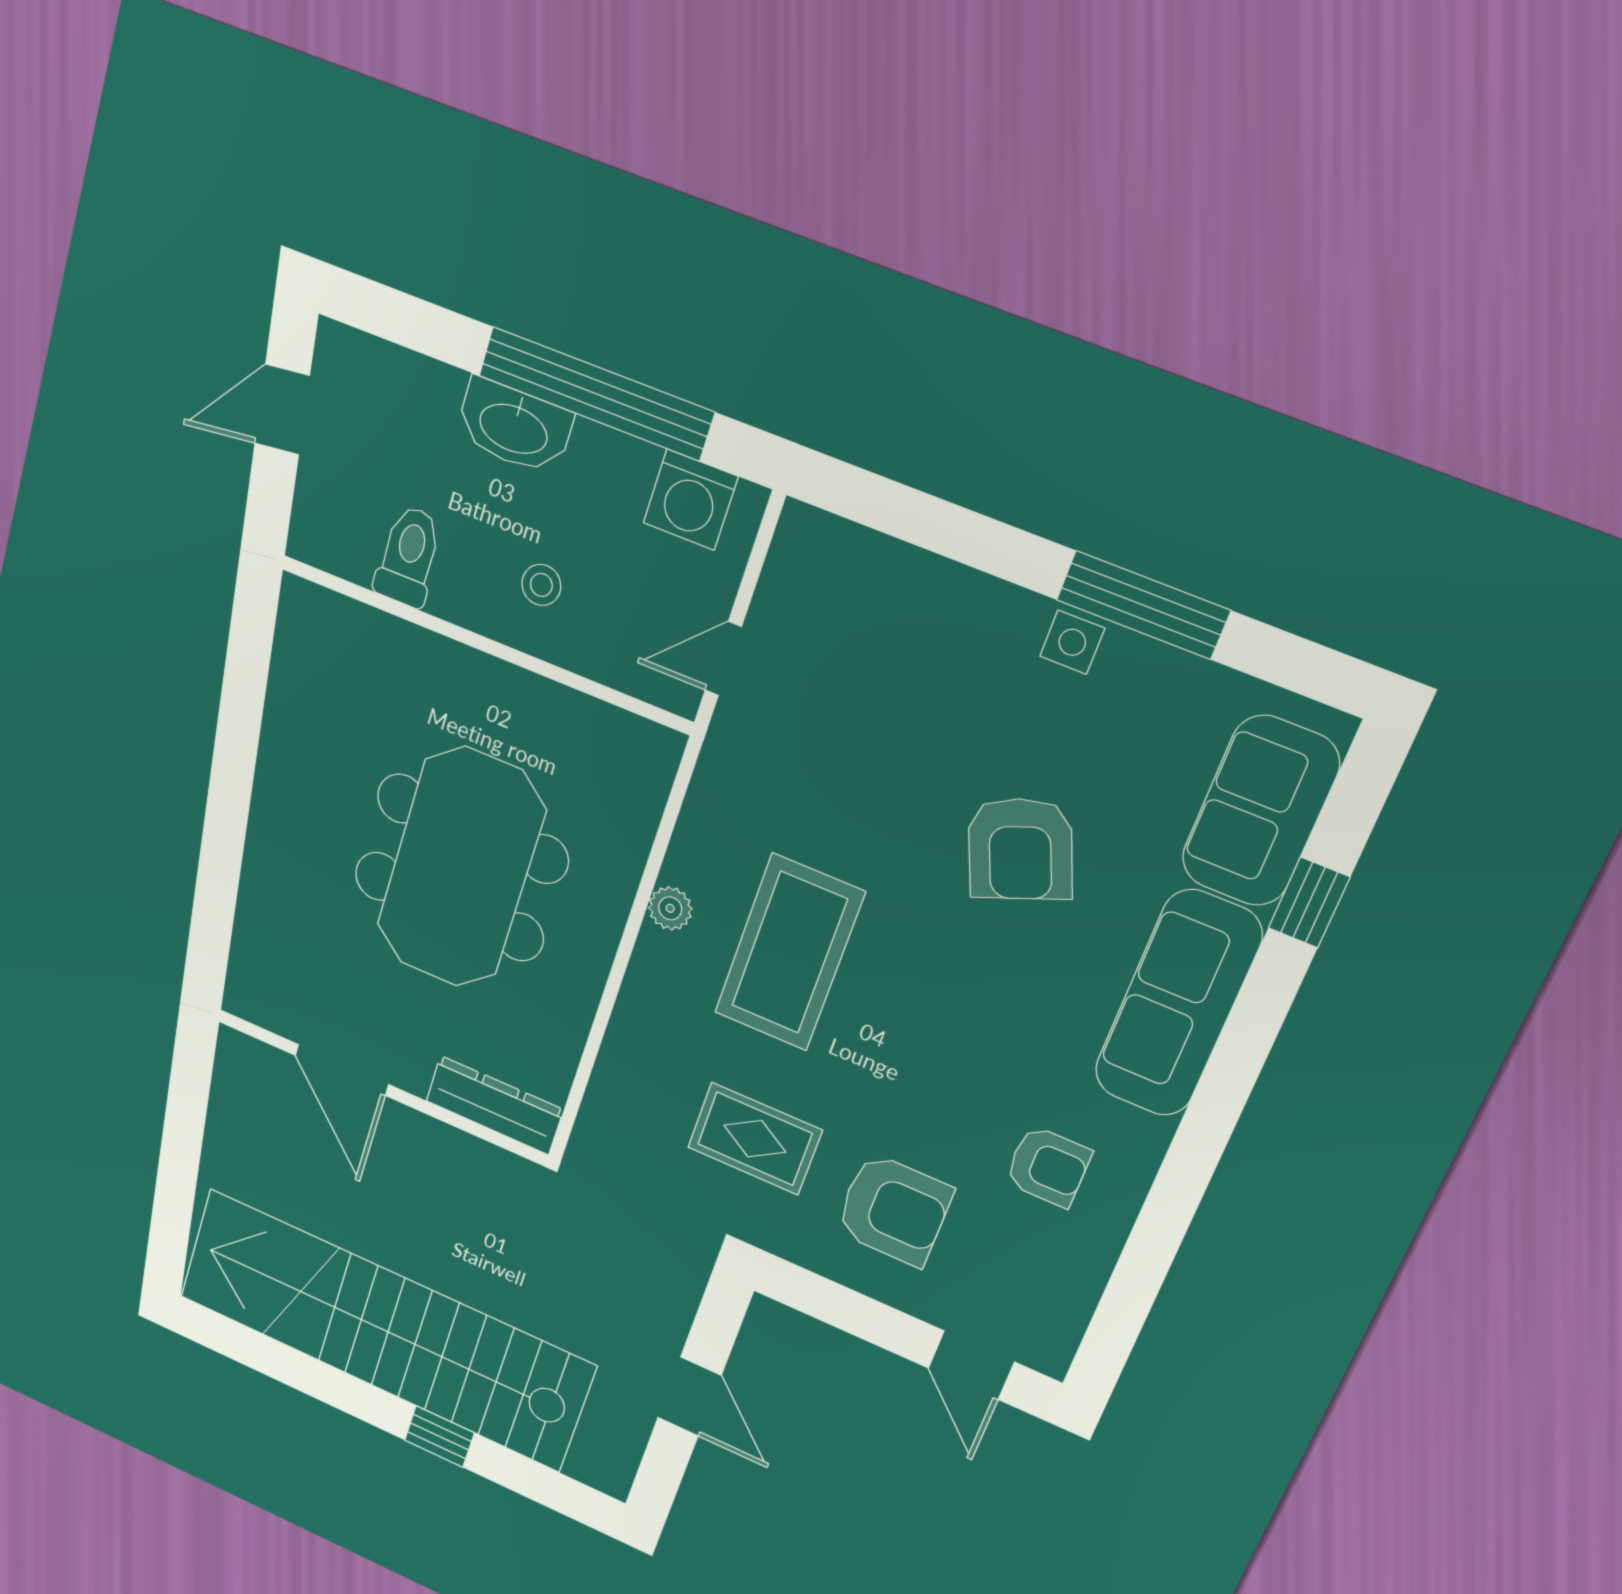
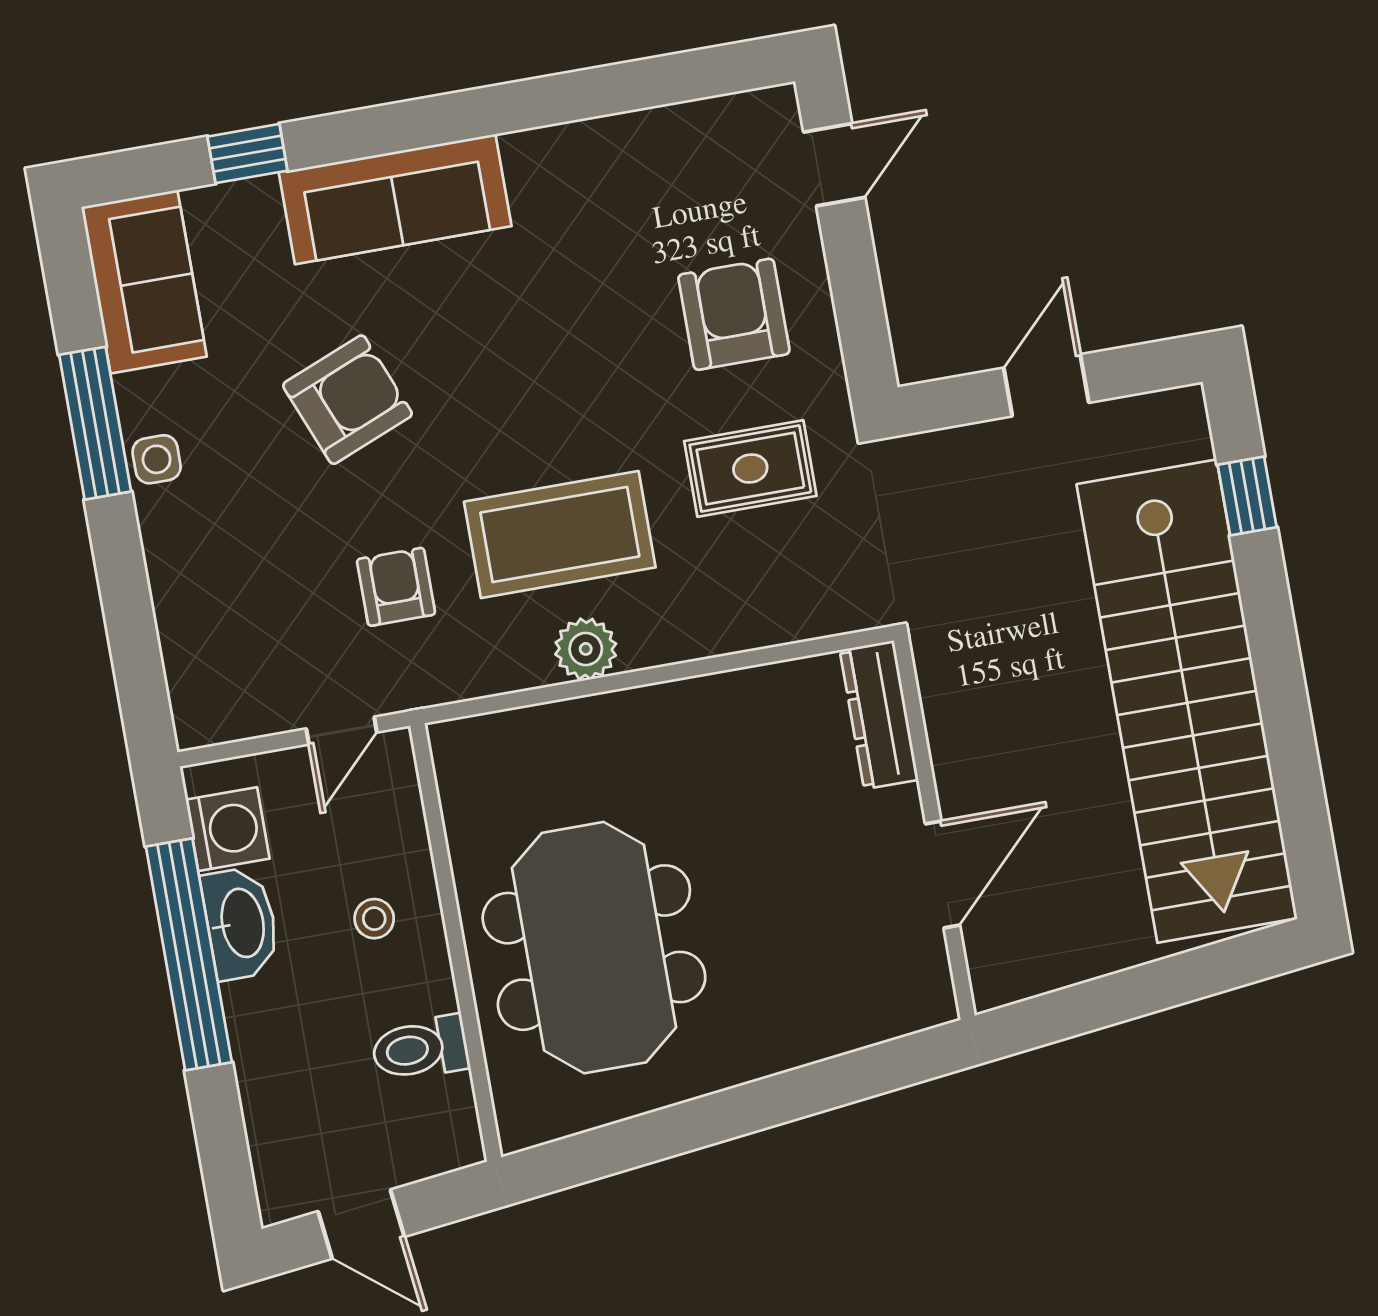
washbasin: (514, 427) -> (241, 923), moved
door: (723, 659) -> (342, 731), hinge flipped
sofa: (1260, 811) -> (144, 282), moved, turned -90
meeting table: (461, 868) -> (594, 948), moved, turned 90
plant: (670, 908) -> (586, 649), width x1.38, depth x1.38
rug: (755, 1139) -> (750, 468), turned 90
armchair: (1048, 1166) -> (396, 587), moved
window: (439, 1437) -> (1247, 496), moved

